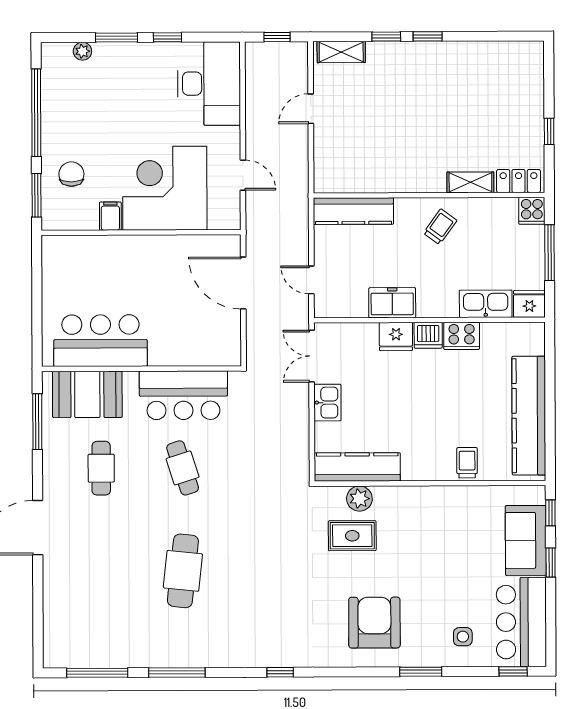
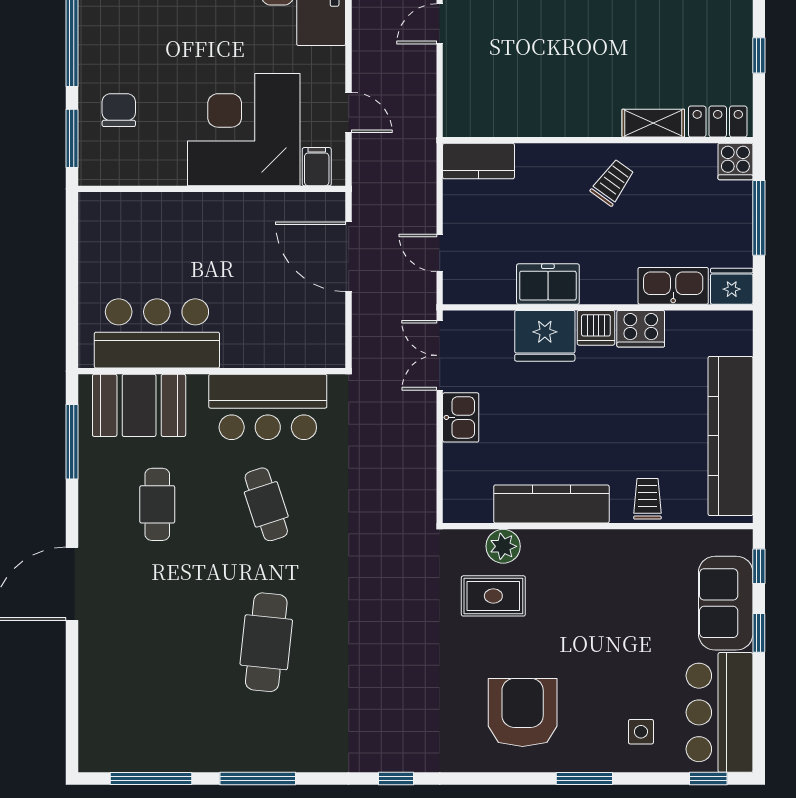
kitchen counter: (353, 211) -> (479, 161), width x0.67
filing cabinet: (110, 216) -> (317, 167), moved
fridge: (396, 337) -> (545, 336), width x1.36, depth x1.34
kitchen counter: (357, 467) -> (551, 504), moved

